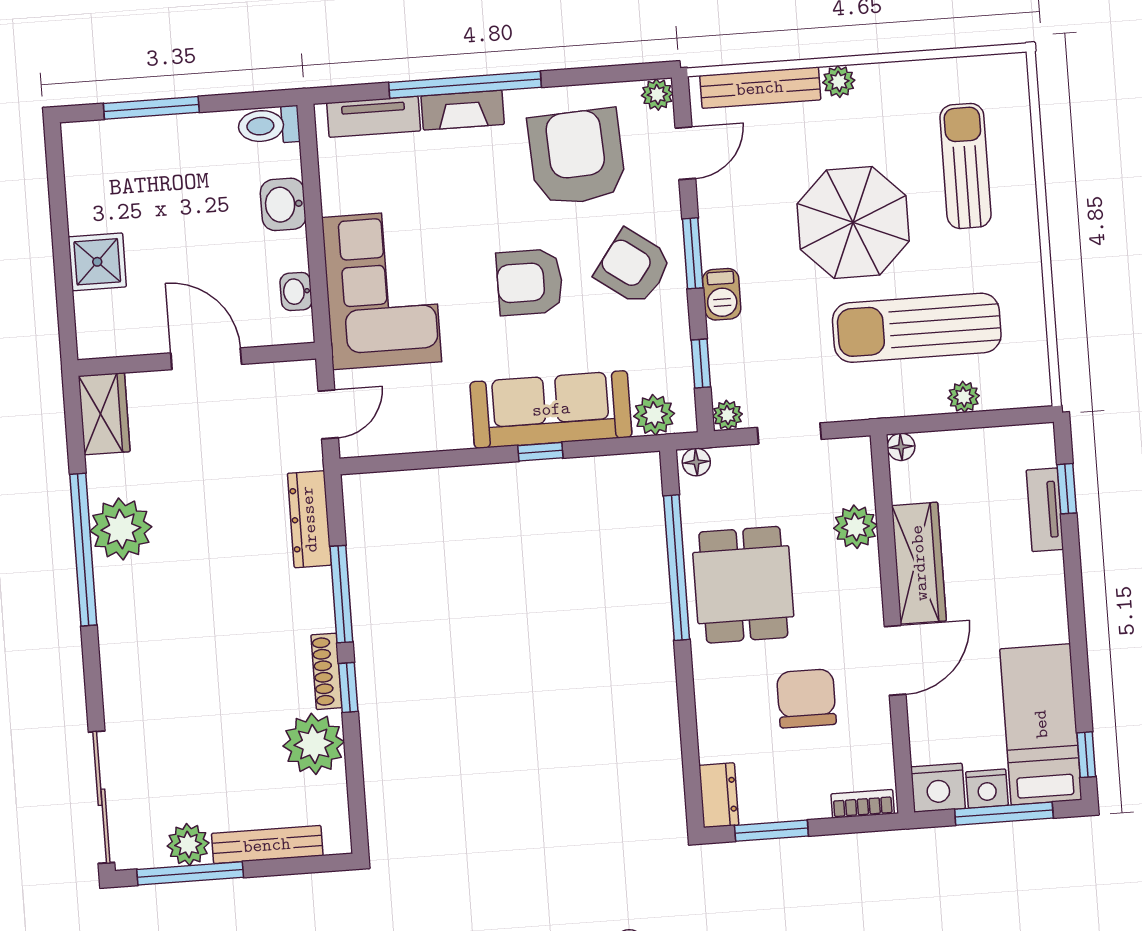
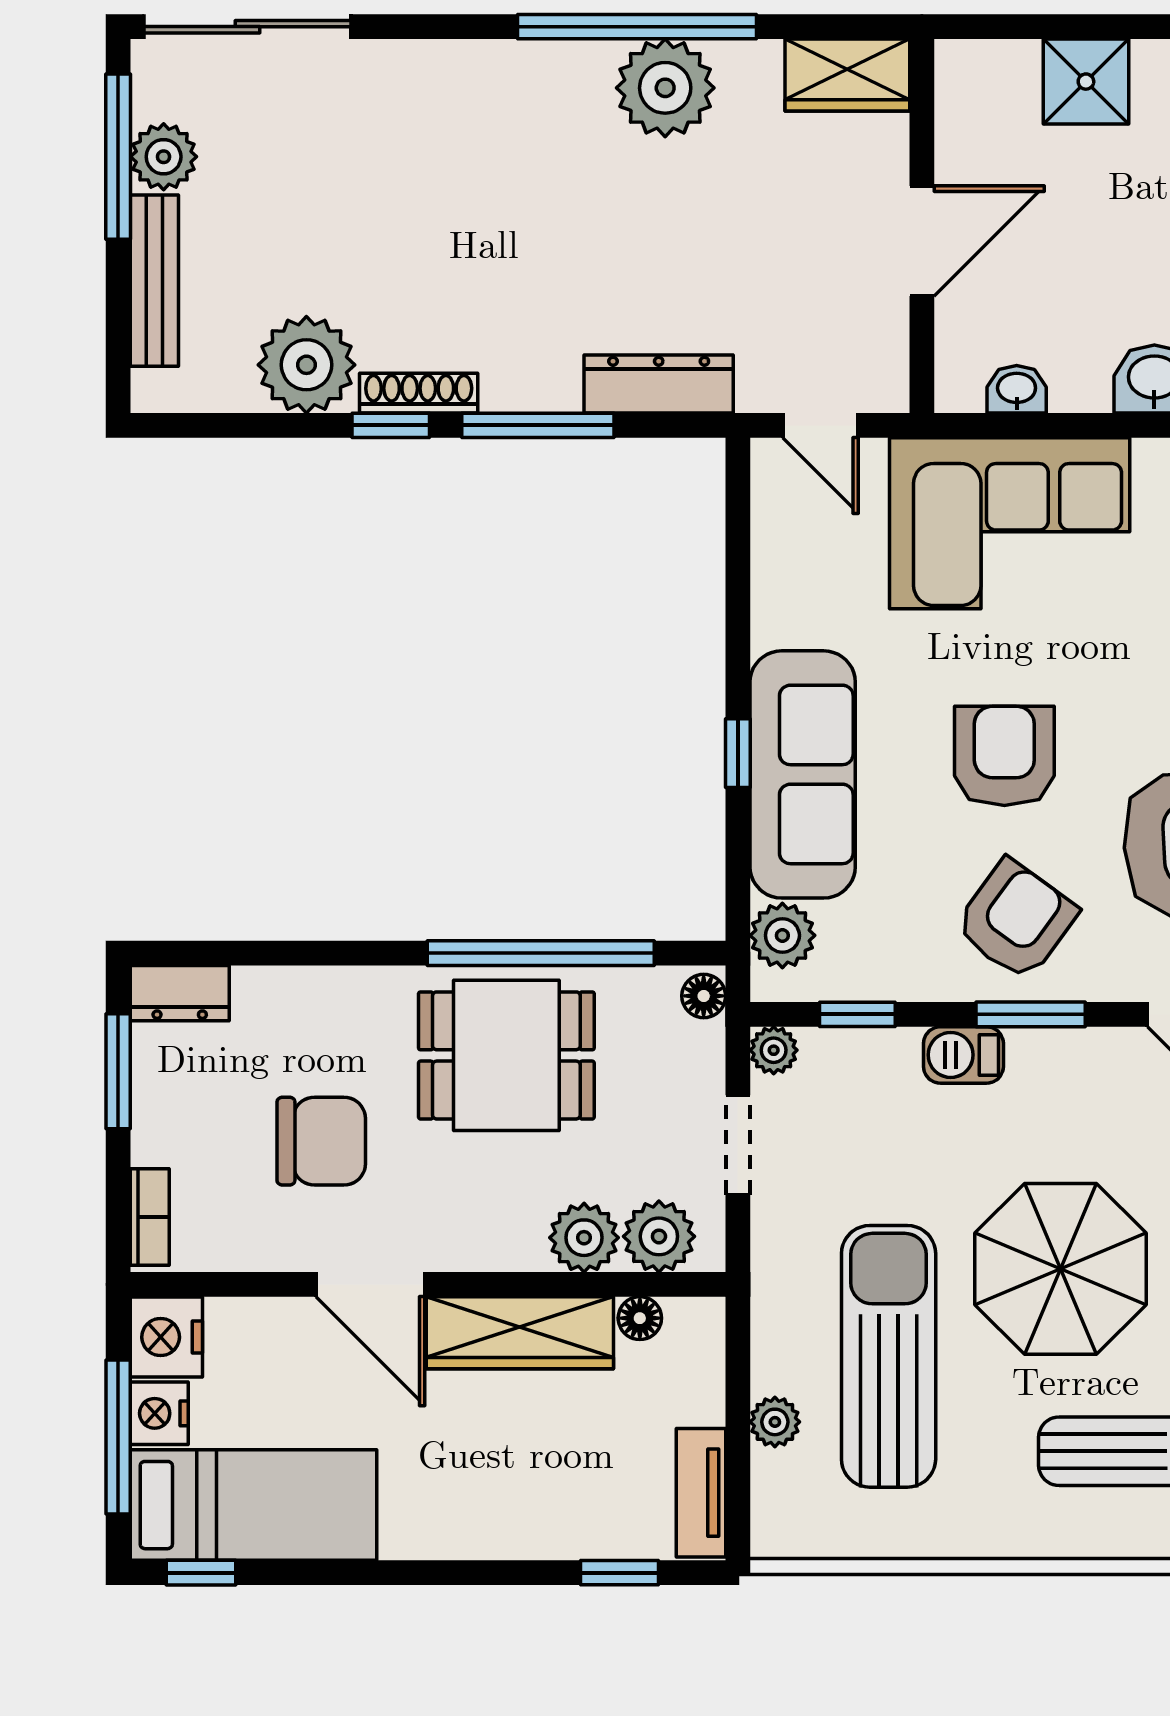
floor lamp: (901, 447) -> (640, 1318), moved
plant: (851, 479) -> (659, 1236), added
tv unit: (1045, 510) -> (701, 1493), moved, turned -90

